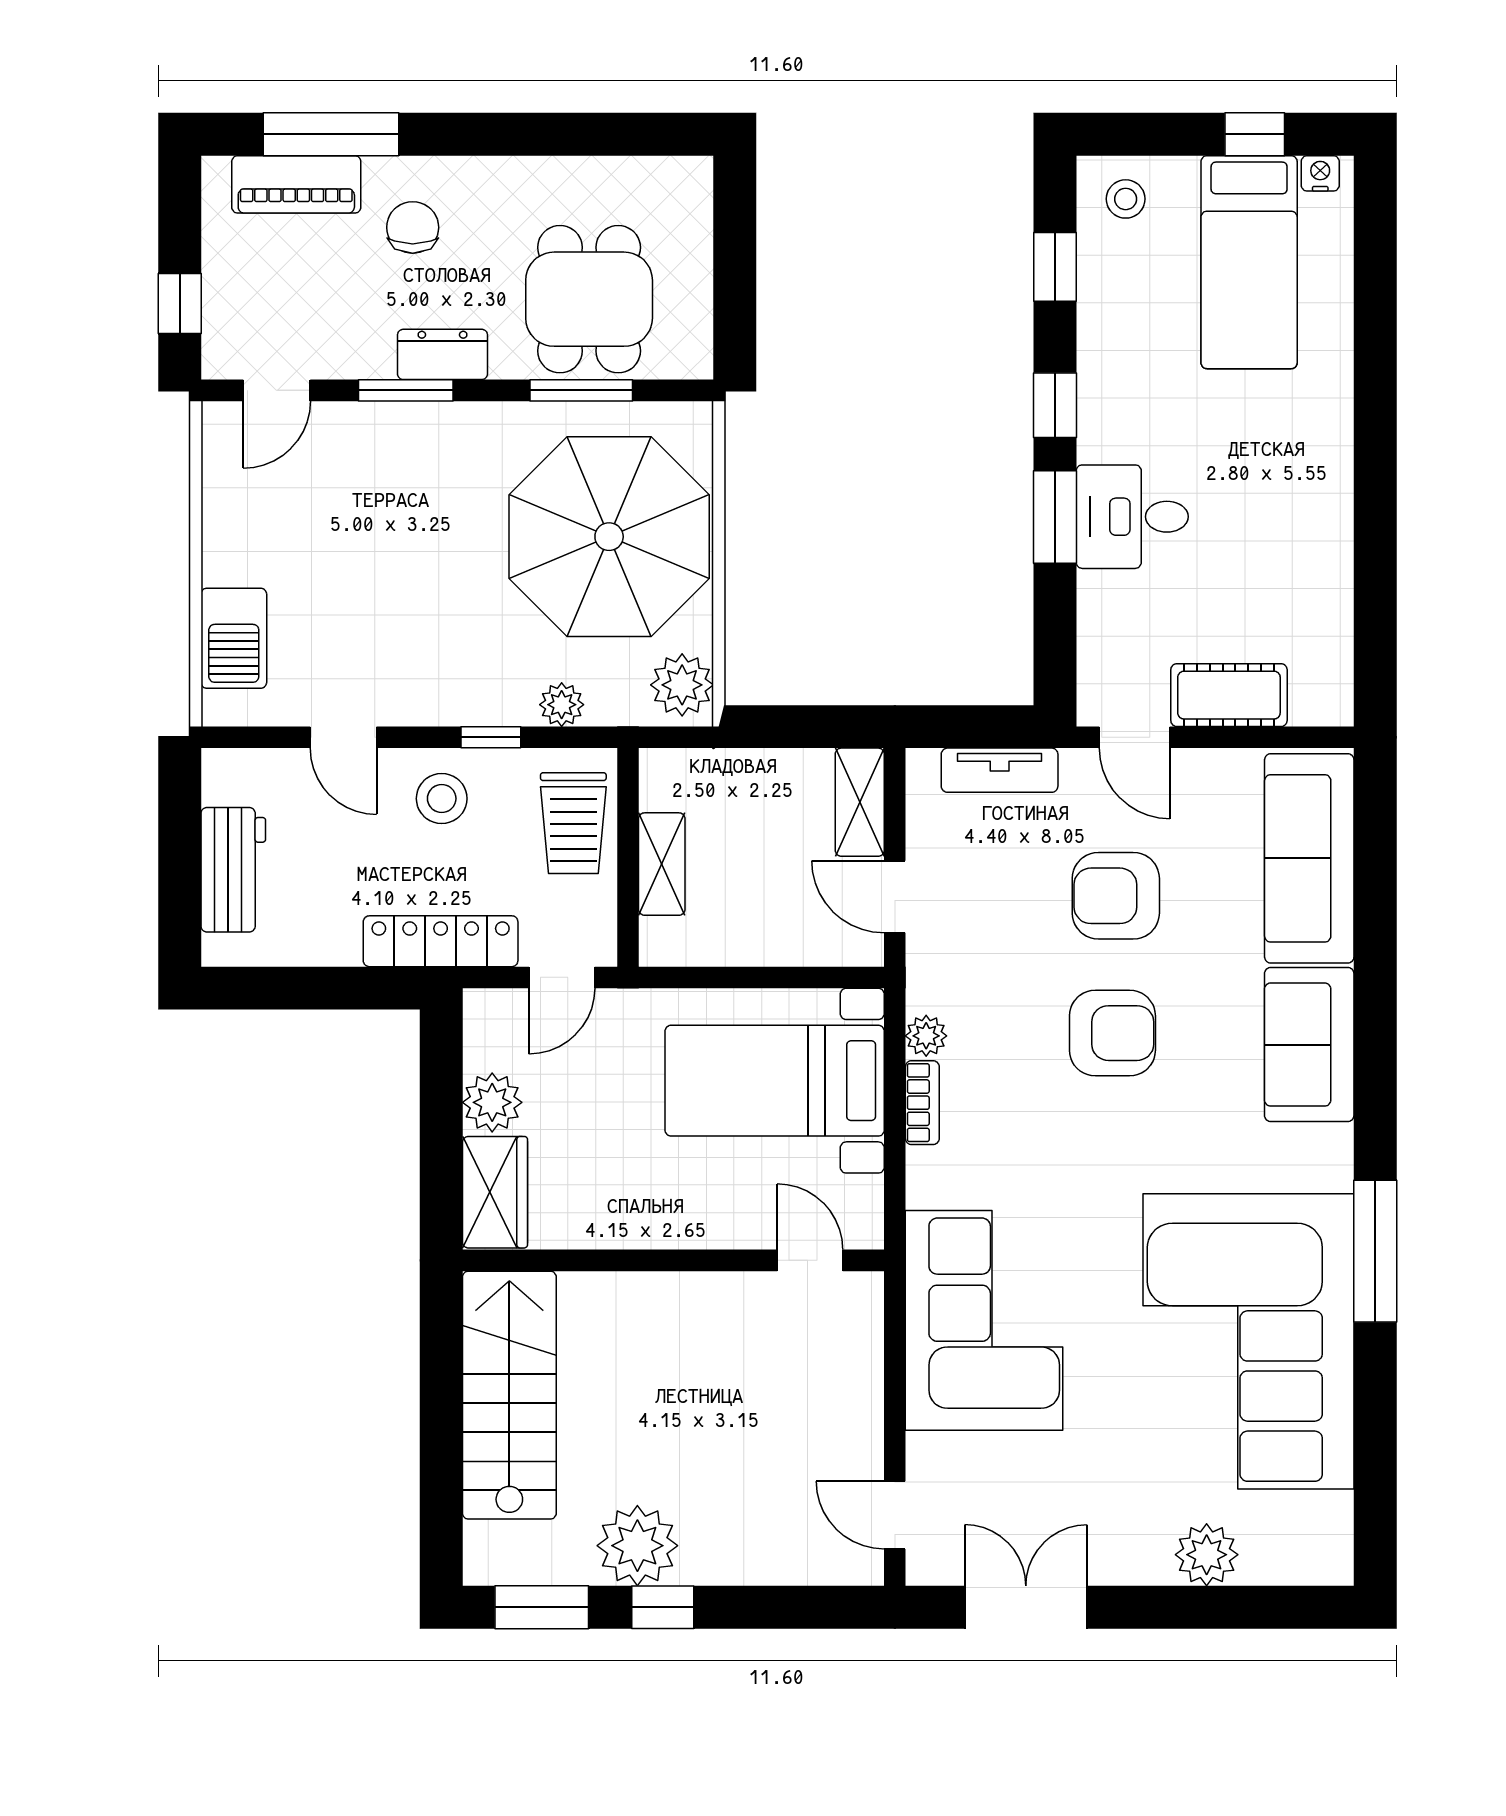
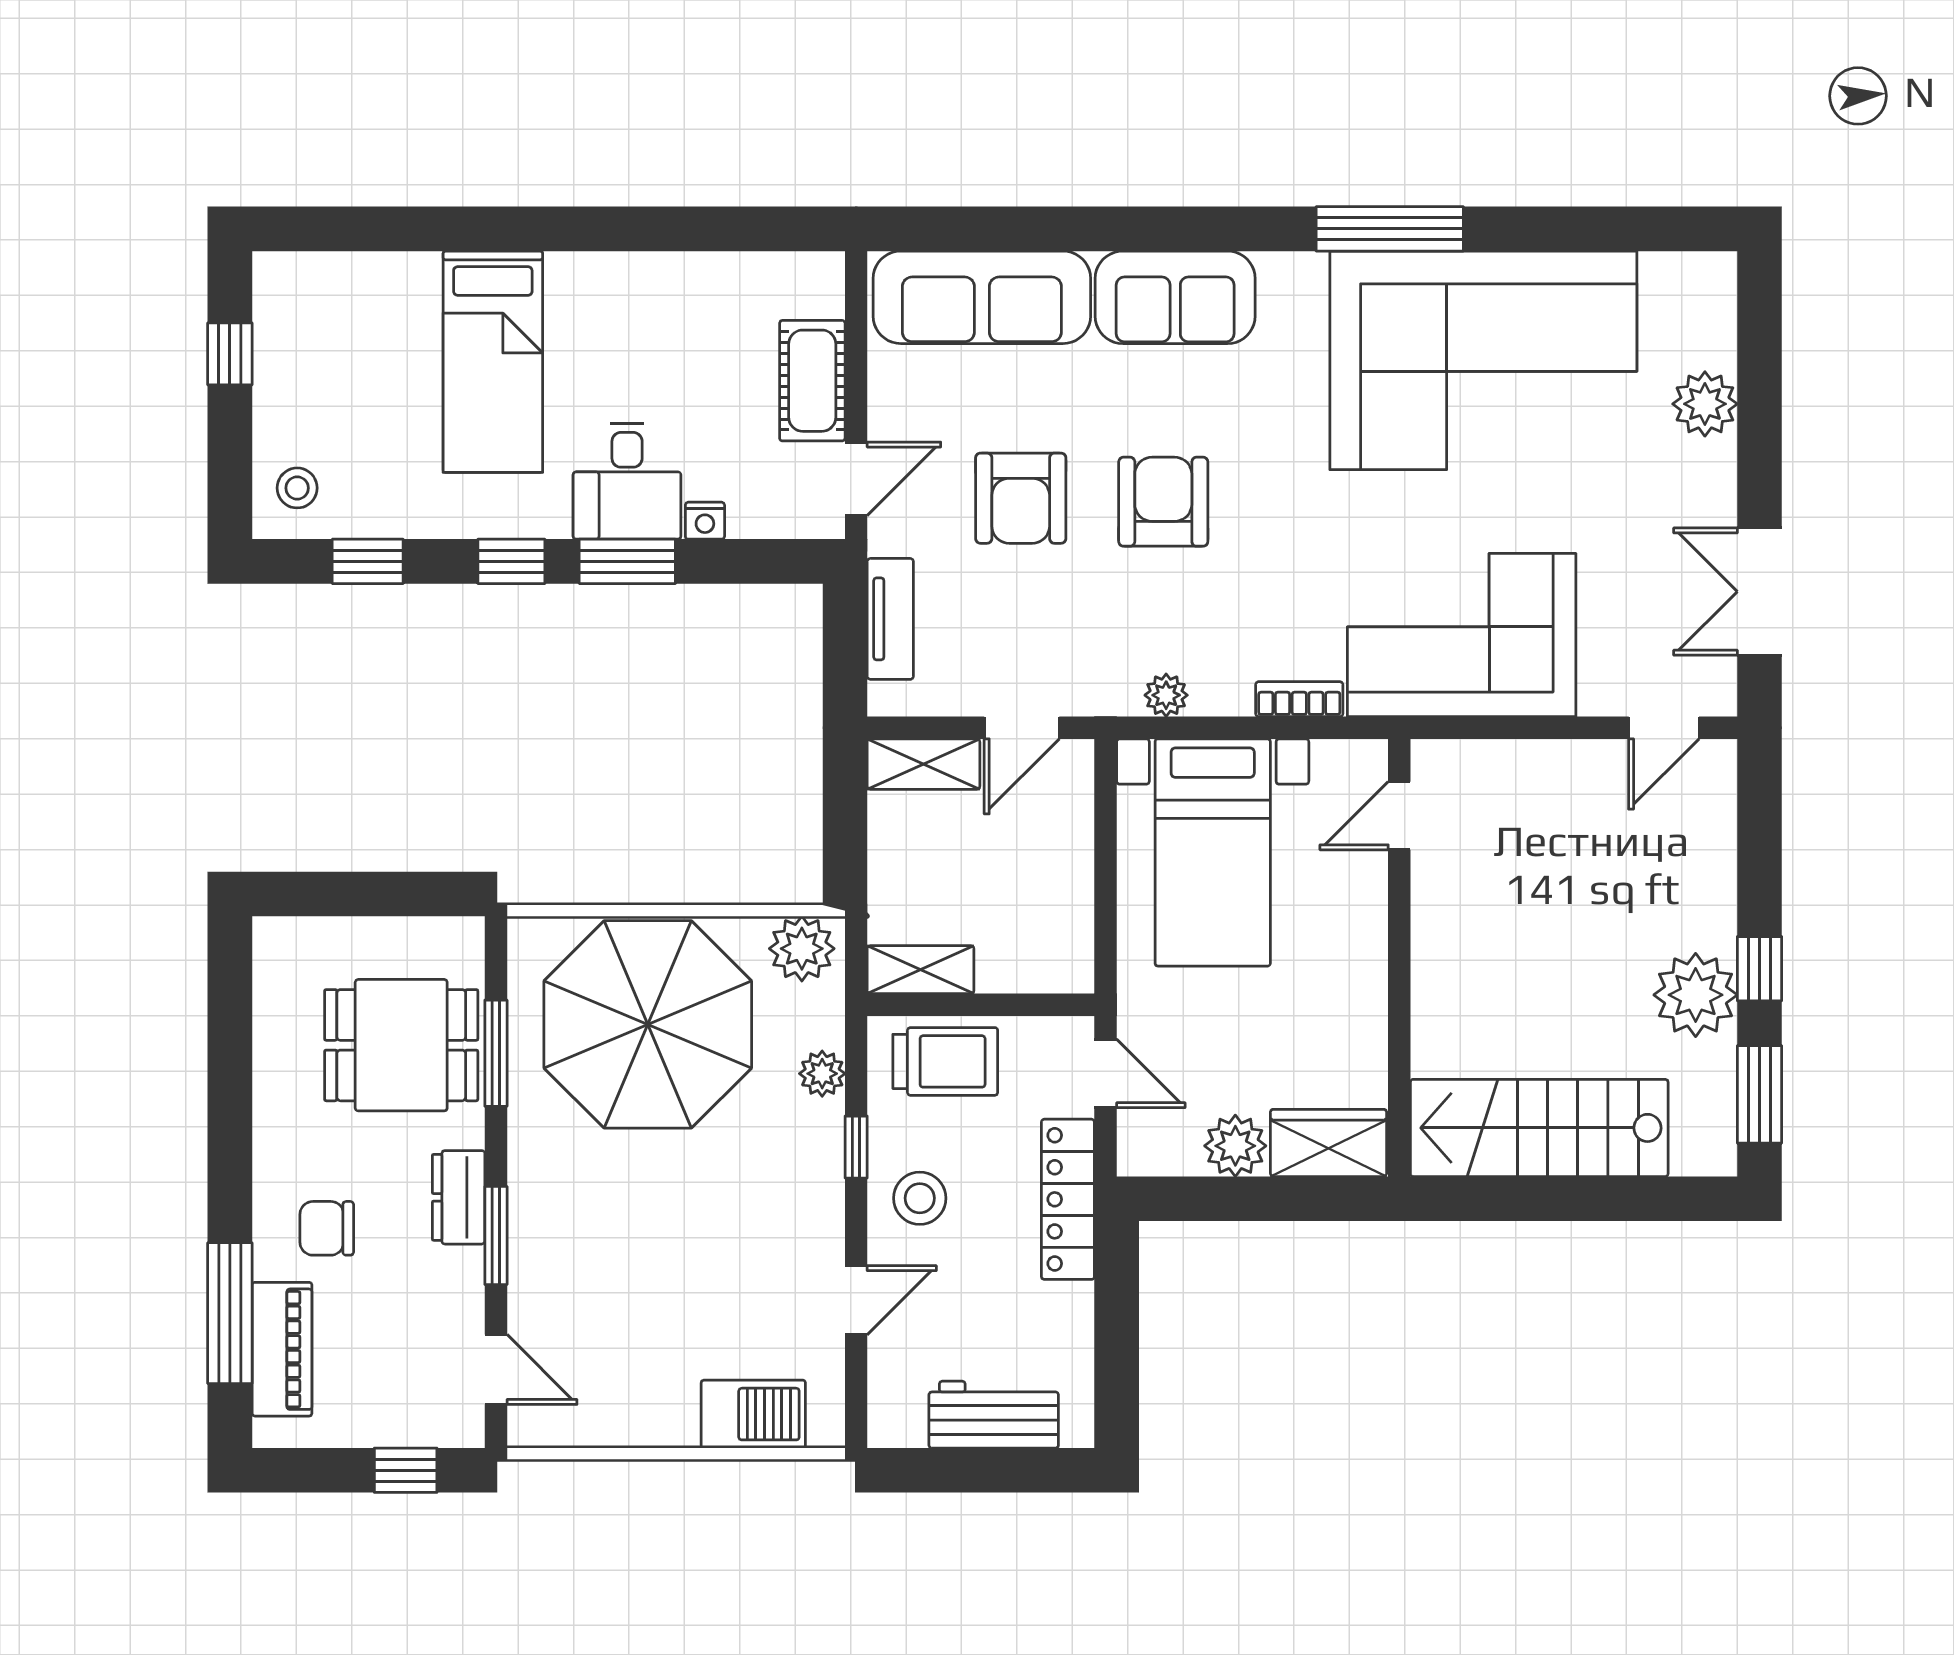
nightstand: (1320, 173) -> (705, 521), moved, turned -90
bed: (1249, 262) -> (493, 362), moved, turned 90
shelving: (662, 864) -> (921, 970), moved
bookcase: (922, 1103) -> (1299, 699), moved

